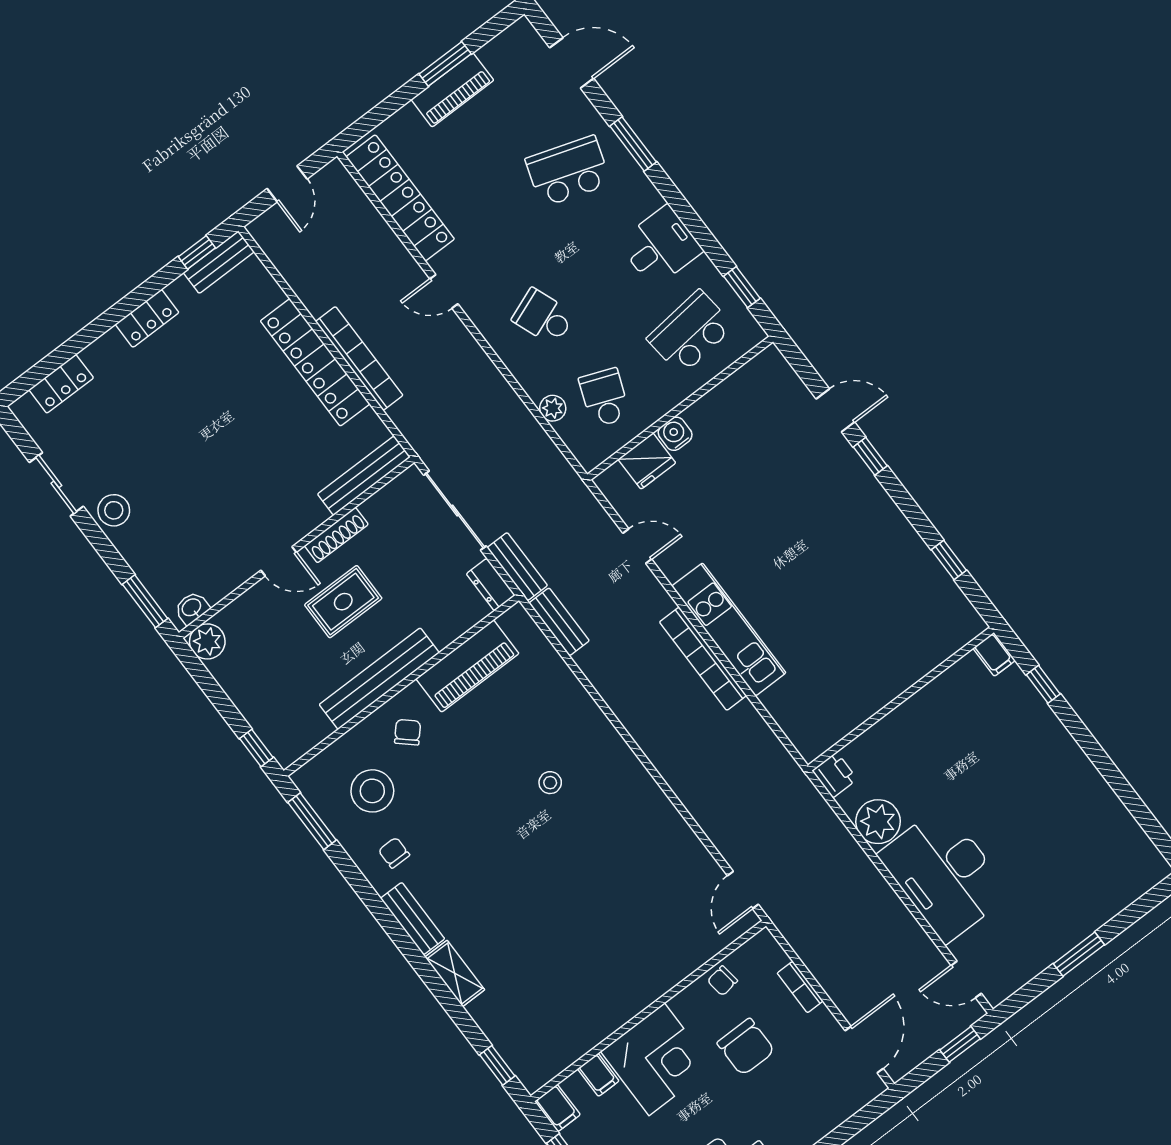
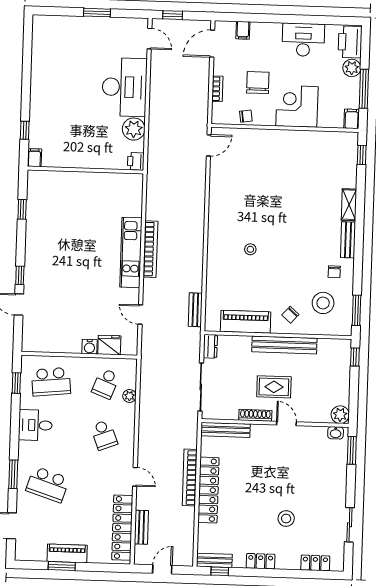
stool: (114, 510) -> (286, 519), moved
bench: (517, 567) -> (141, 527), moved
filing cabinet: (598, 1075) -> (243, 30), moved, turned 180

